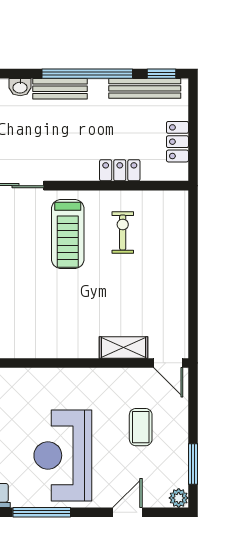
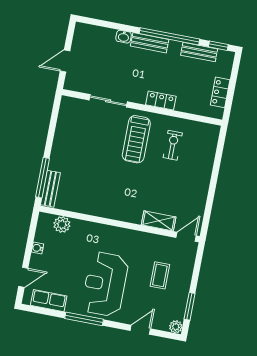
bench: (145, 88) -> (199, 52), width x0.73
locker: (120, 170) -> (161, 101), moved
door: (168, 363) -> (186, 237), swing flipped

